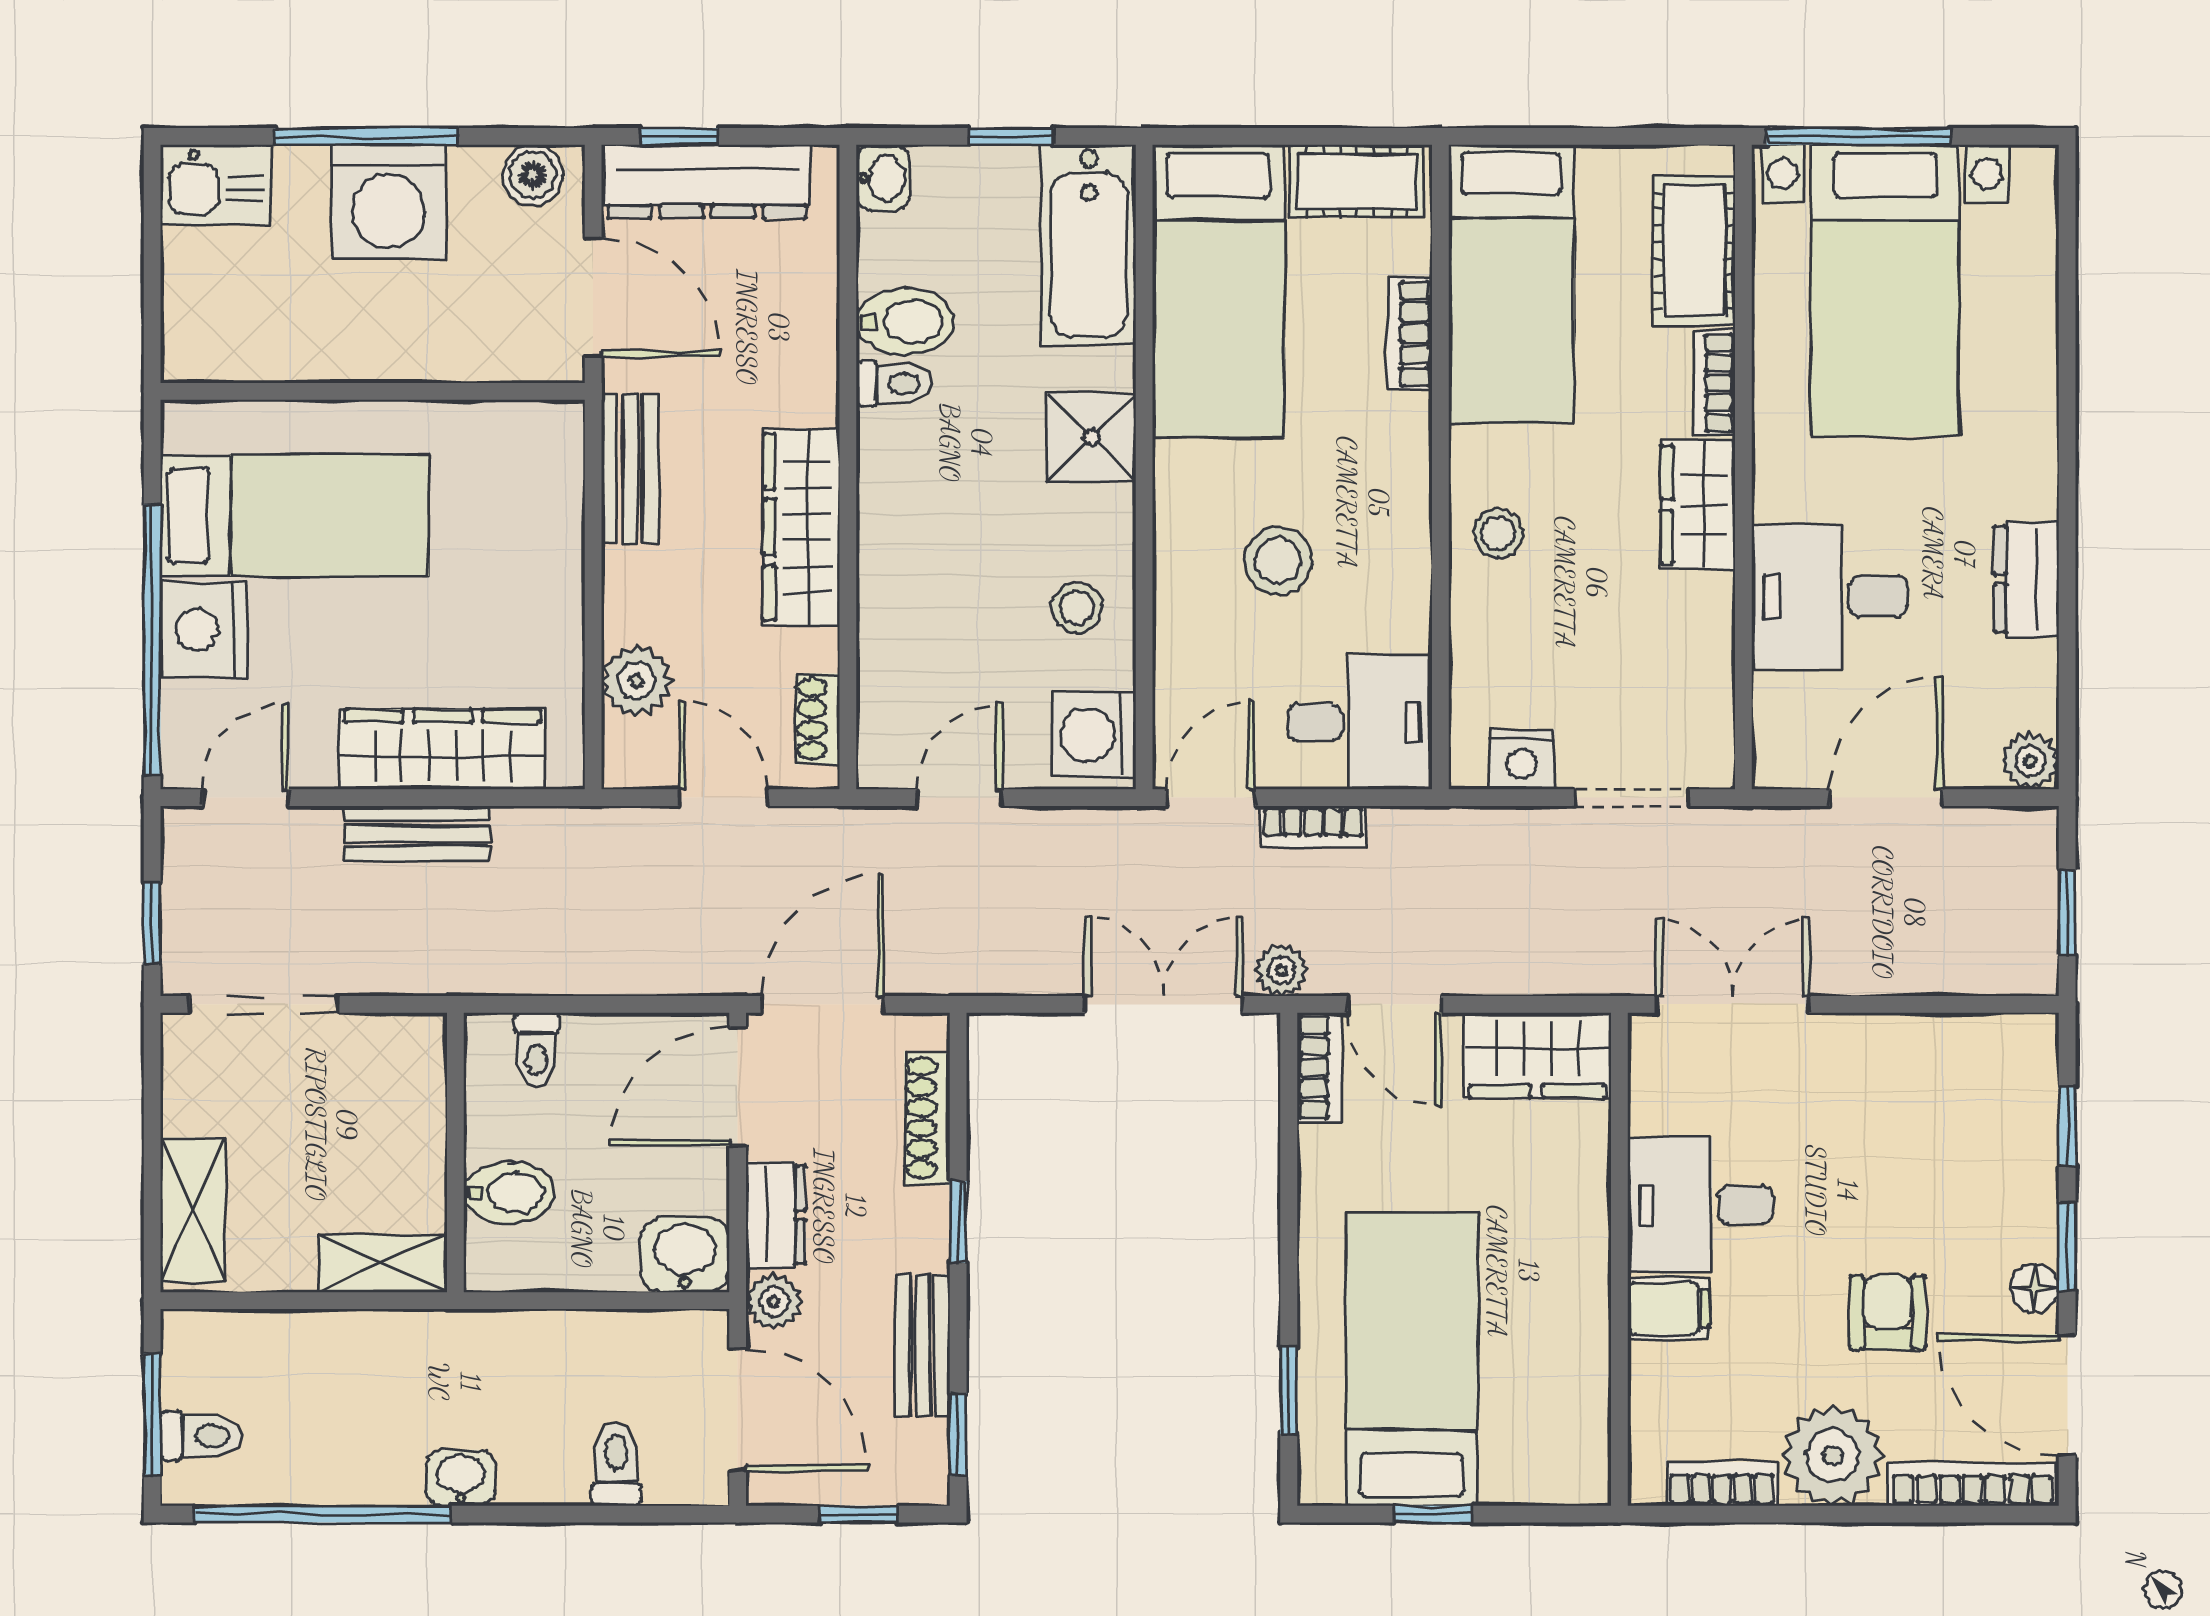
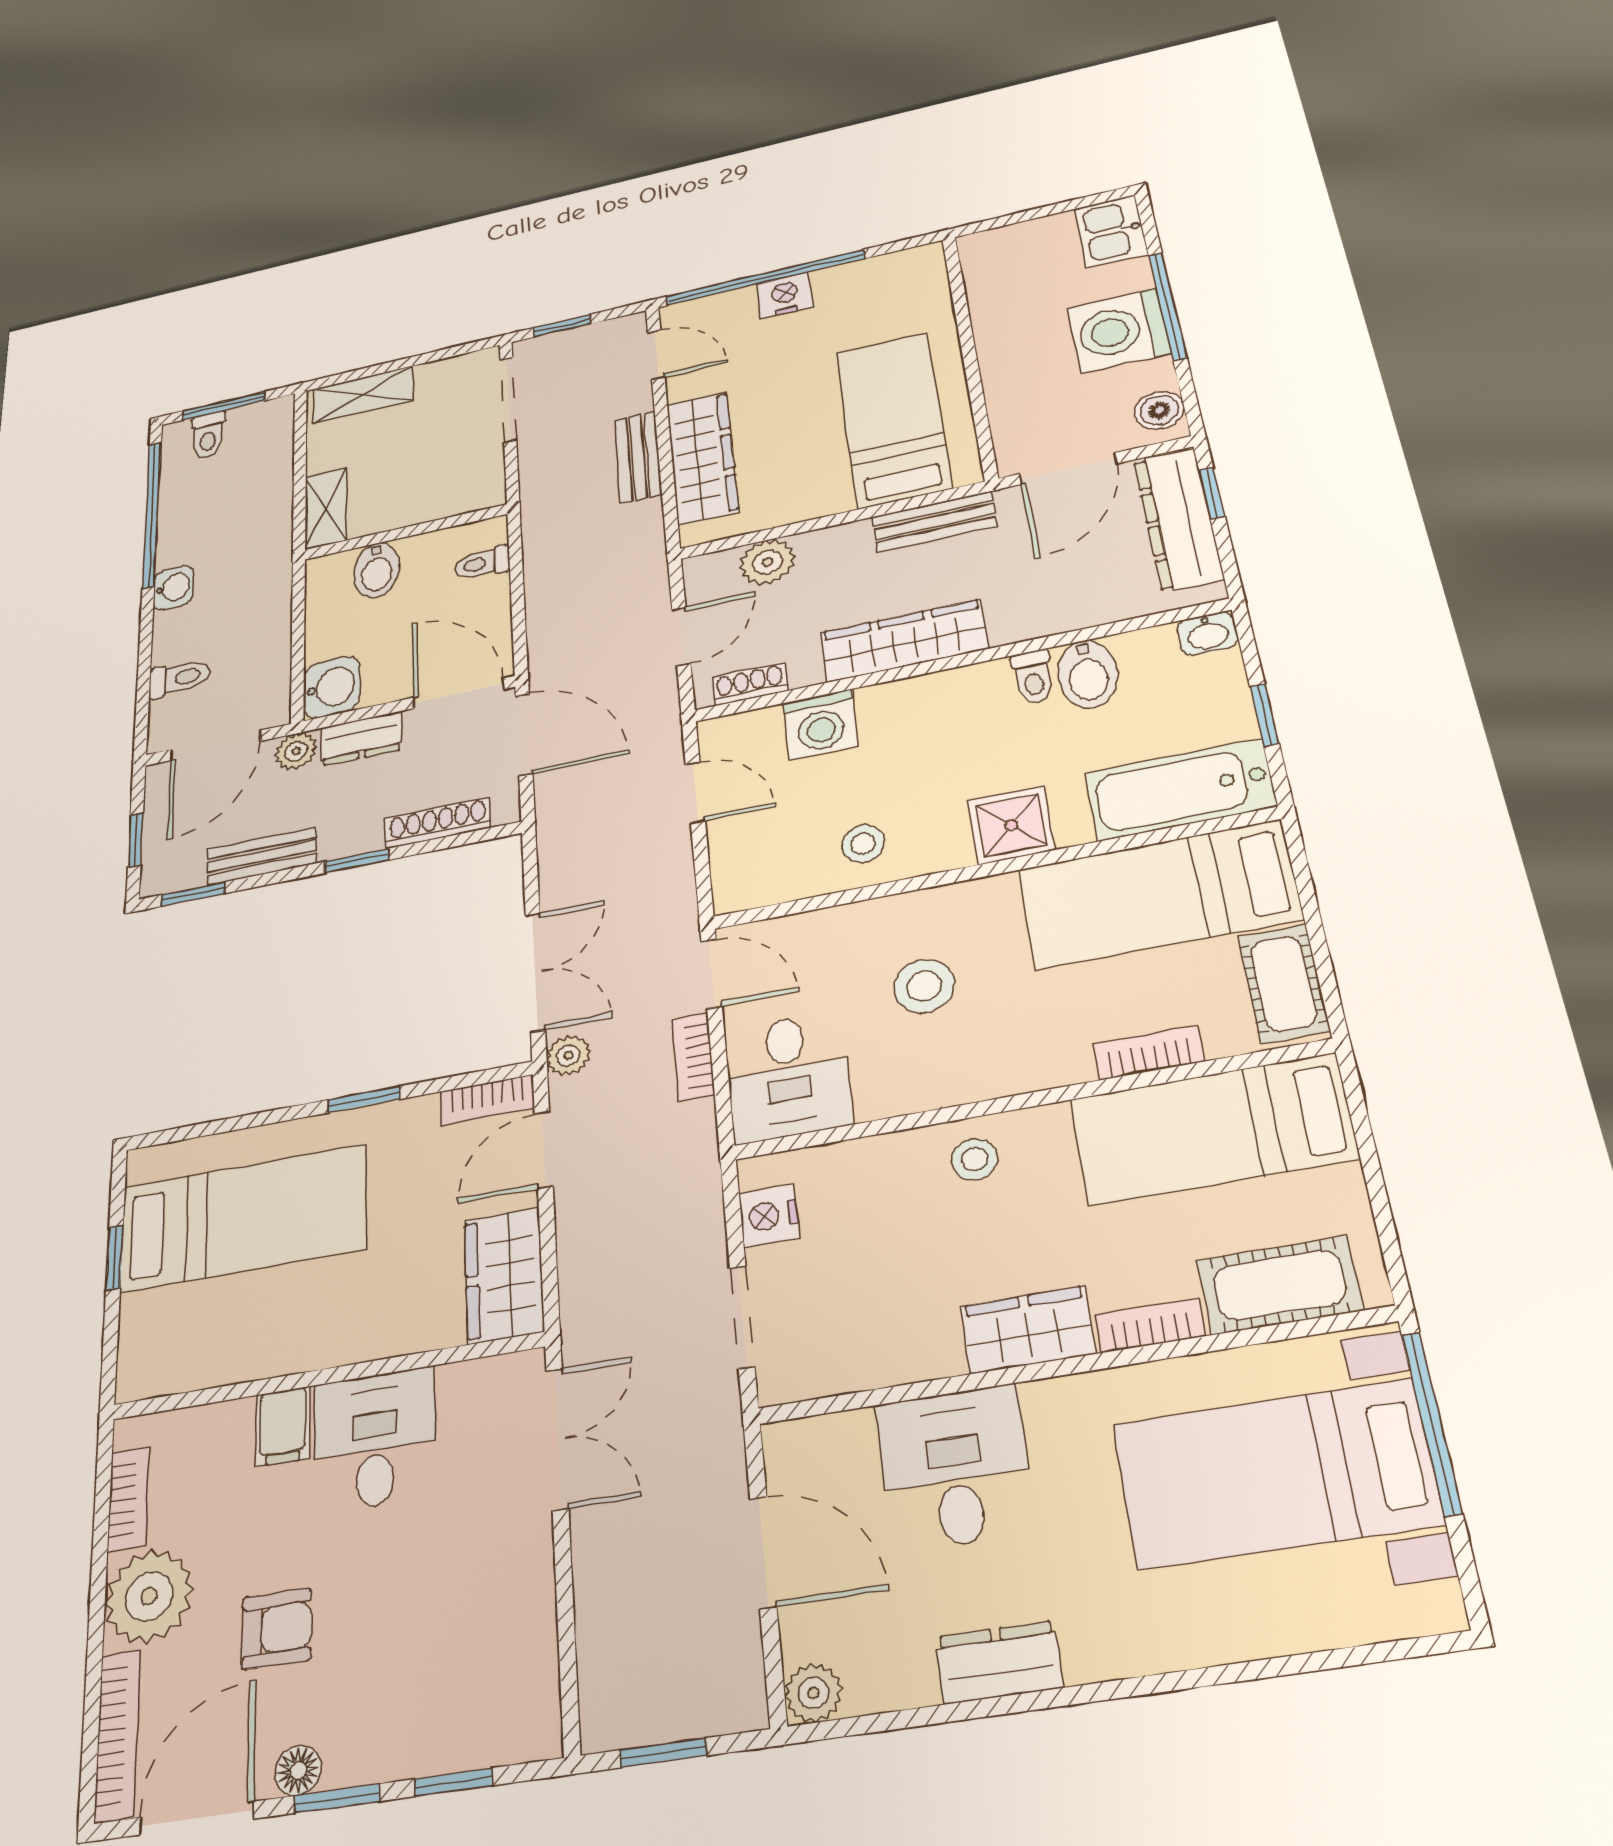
bed: (295, 515) -> (893, 419), moved, turned 180
nightstand: (204, 630) -> (785, 295), width x0.74, depth x0.75
washing machine: (1094, 735) -> (820, 724), moved, turned 180
window: (1289, 1390) -> (364, 1099), moved

